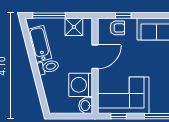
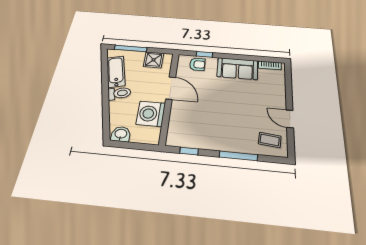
door: (95, 57) -> (171, 88), hinge flipped
corner sofa: (123, 95) -> (197, 129), removed
washbasin: (86, 106) -> (121, 134), moved, turned 90

